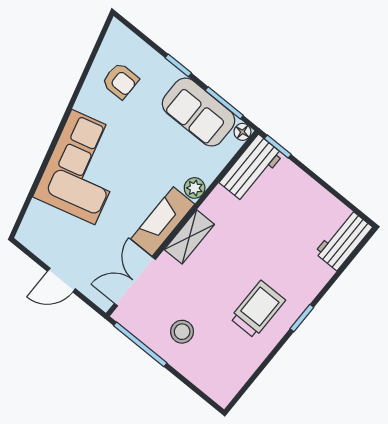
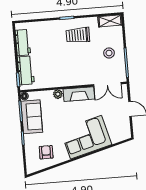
workbench: (251, 168) -> (26, 70), moved, turned 90
shelving: (189, 237) -> (110, 21), moved
workbench: (344, 240) -> (23, 43), moved, turned -90

